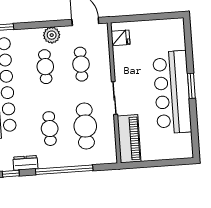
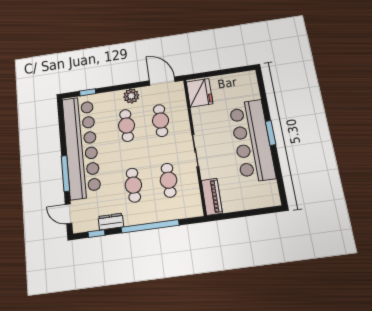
fridge: (121, 38) -> (200, 93), width x1.88, depth x1.34
cafe table: (85, 126) -> (169, 180), width x0.73, depth x0.74
piano: (129, 139) -> (212, 197), width x0.73, depth x0.75

